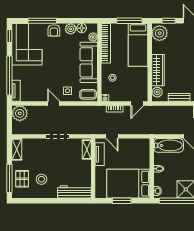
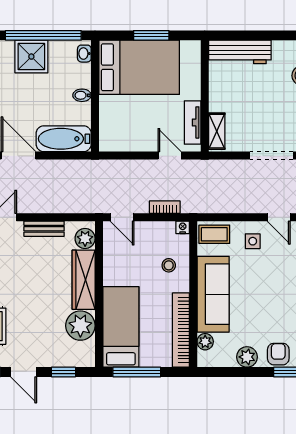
floor lamp: (82, 28) -> (226, 358), removed
plant: (160, 33) -> (80, 326), moved
door: (137, 104) -> (122, 217), swing flipped

